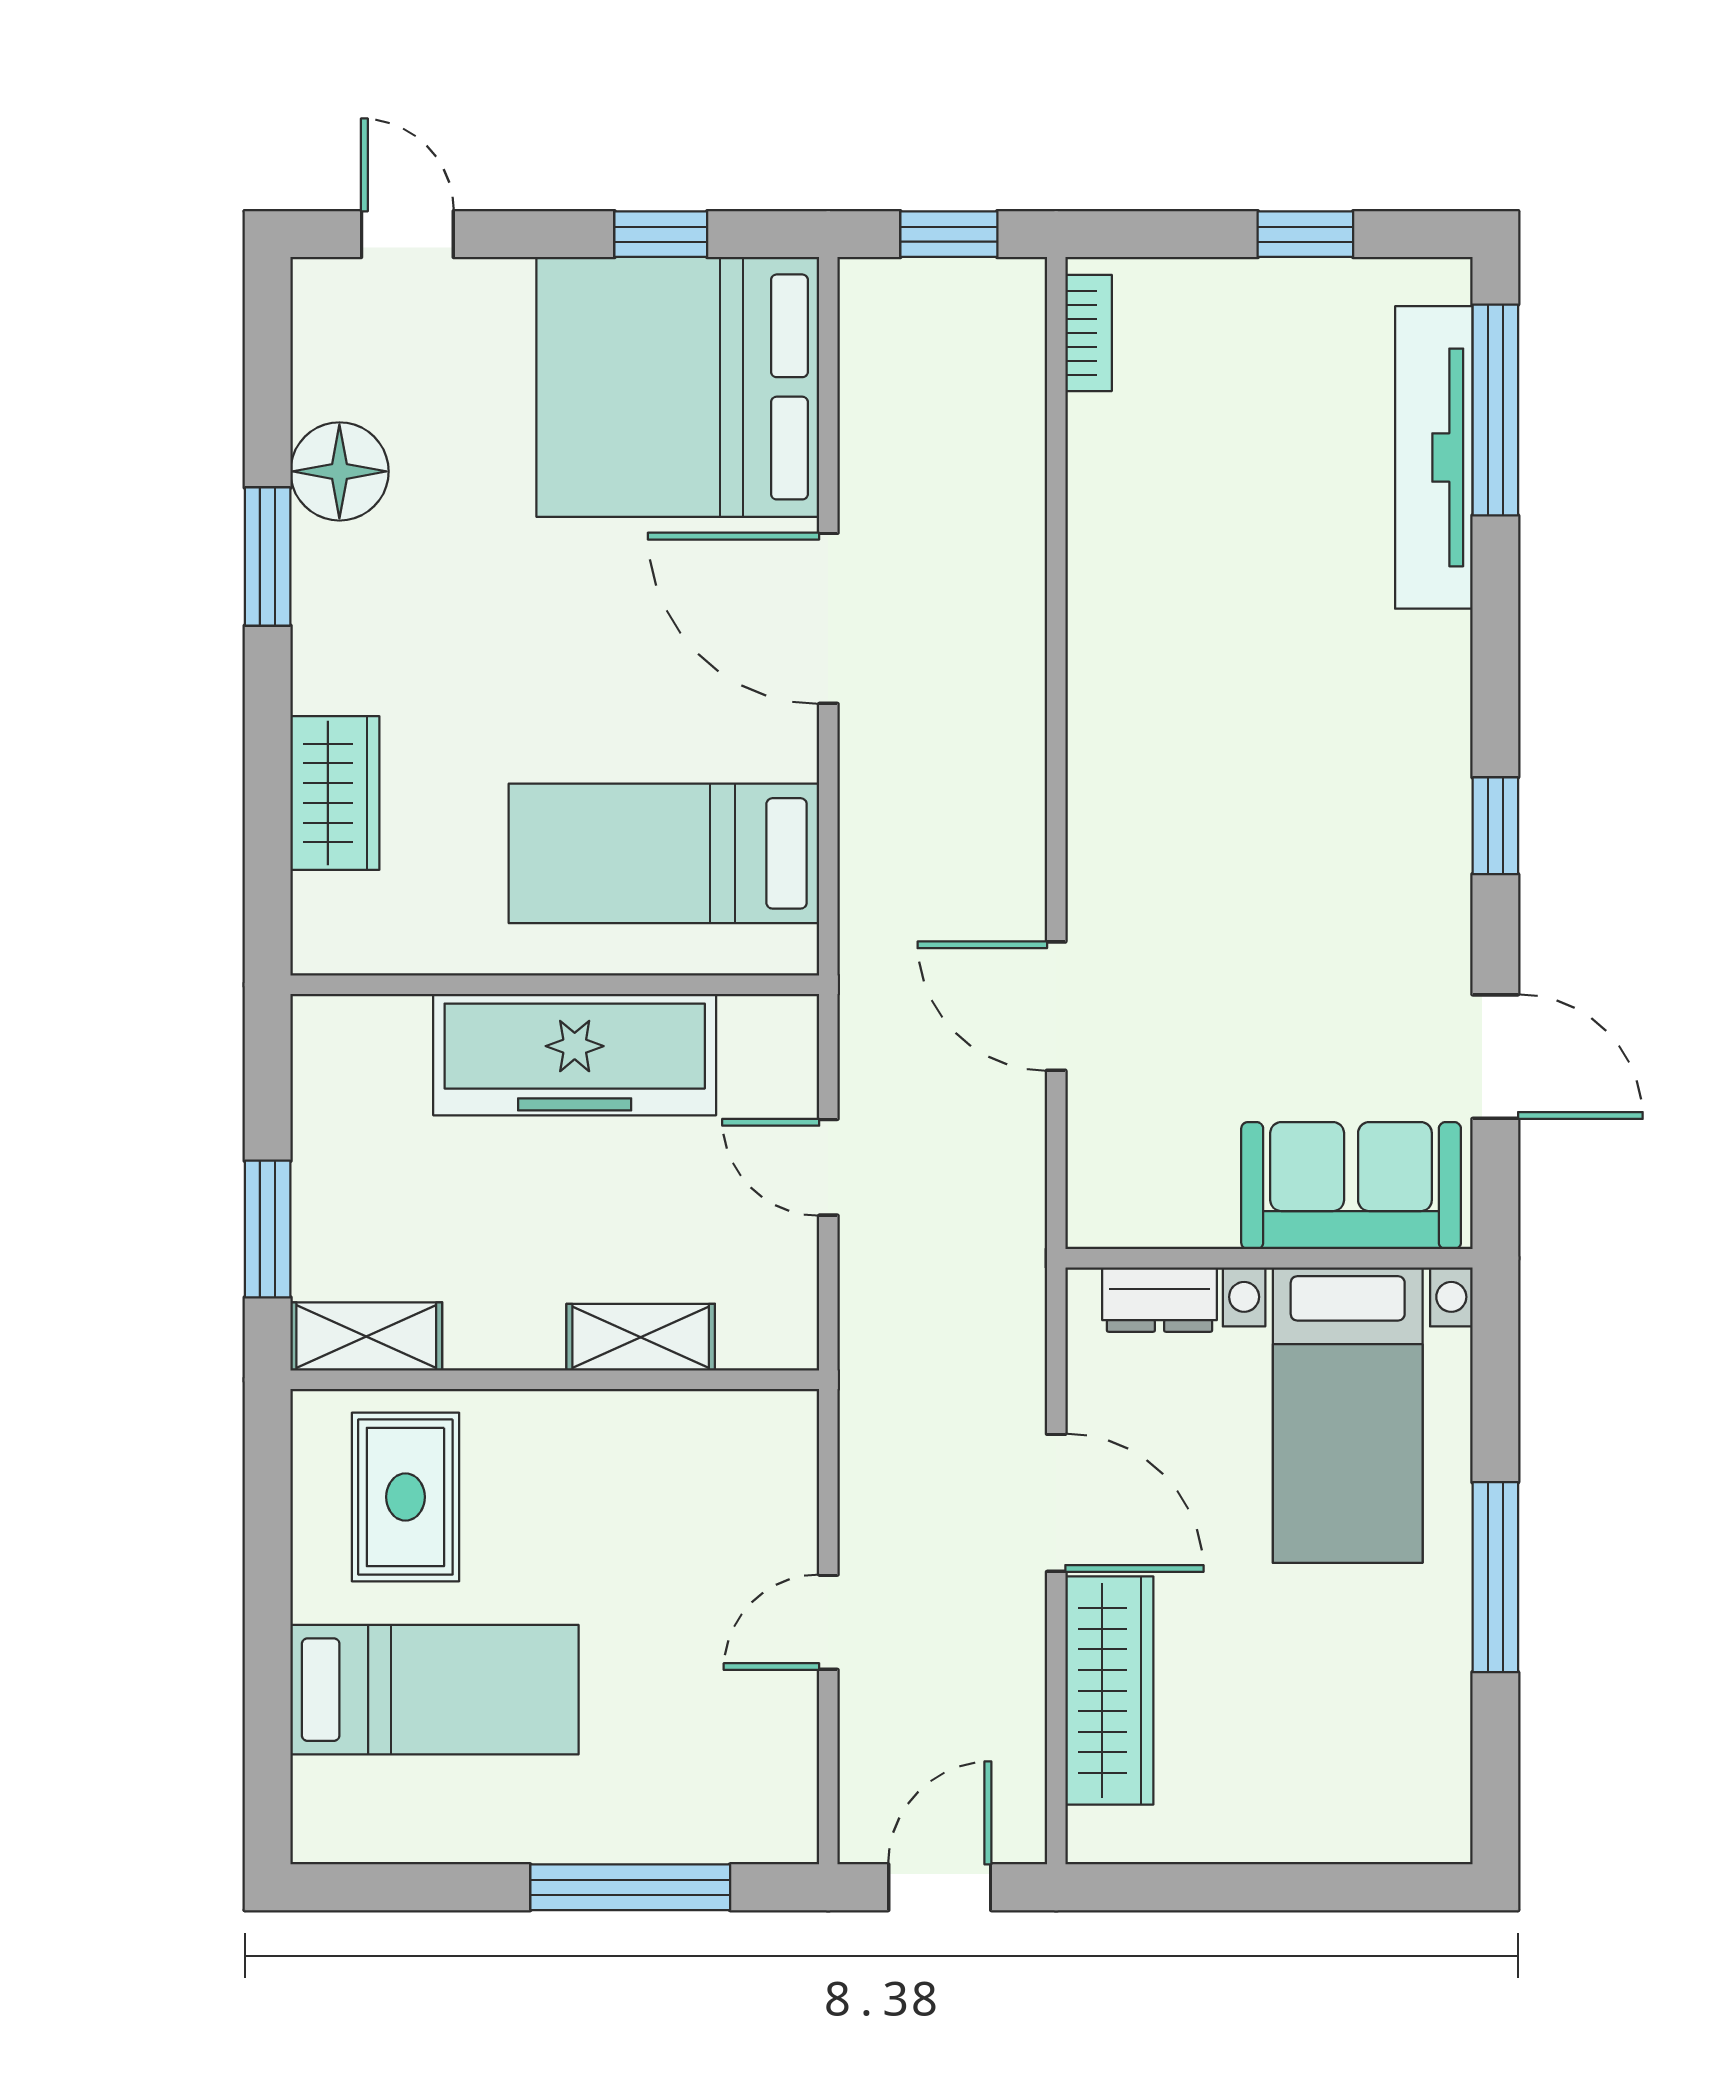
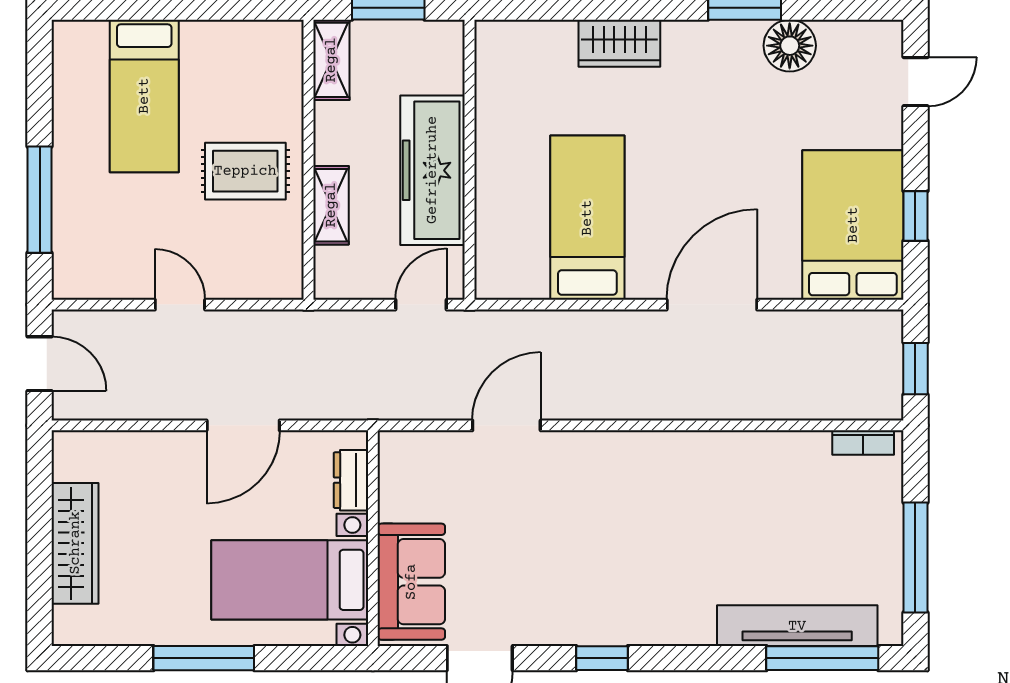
window: (1305, 234) -> (915, 557), width x2.17
bed: (678, 387) -> (853, 225), width x0.73
wall: (555, 985) -> (469, 160), moved
freezer: (575, 1055) -> (432, 170), moved
rug: (405, 1497) -> (245, 171), moved
wardrobe: (1109, 1691) -> (75, 543), moved, turned -90

